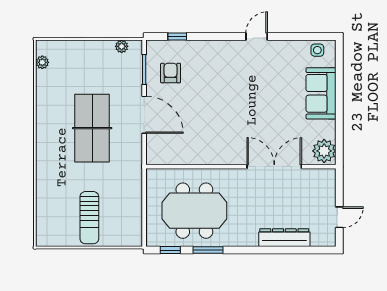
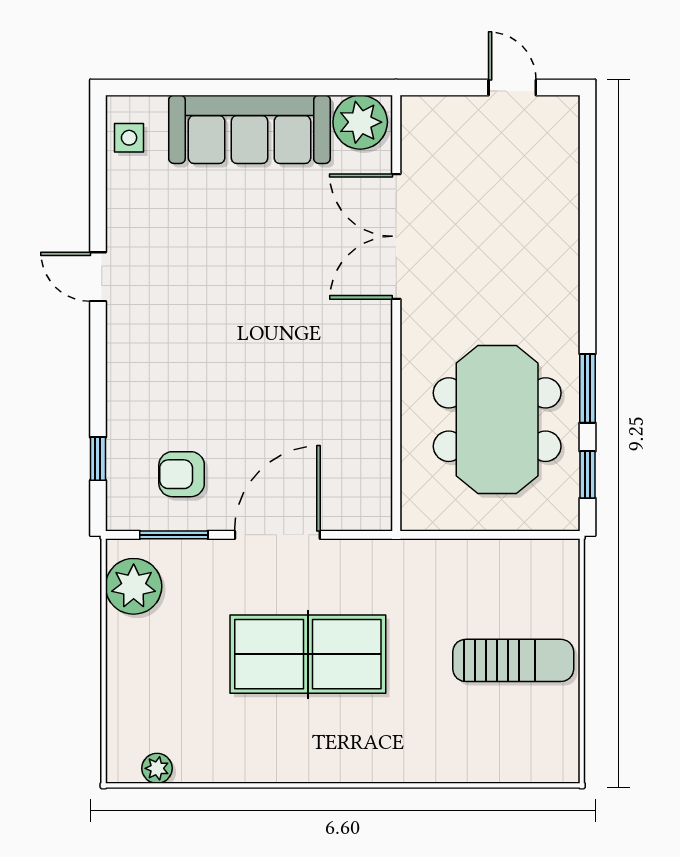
plant: (122, 46) -> (134, 586), width x1.88, depth x1.88
sofa: (321, 93) -> (249, 129), width x1.36
dresser: (284, 238) -> (559, 213), removed

